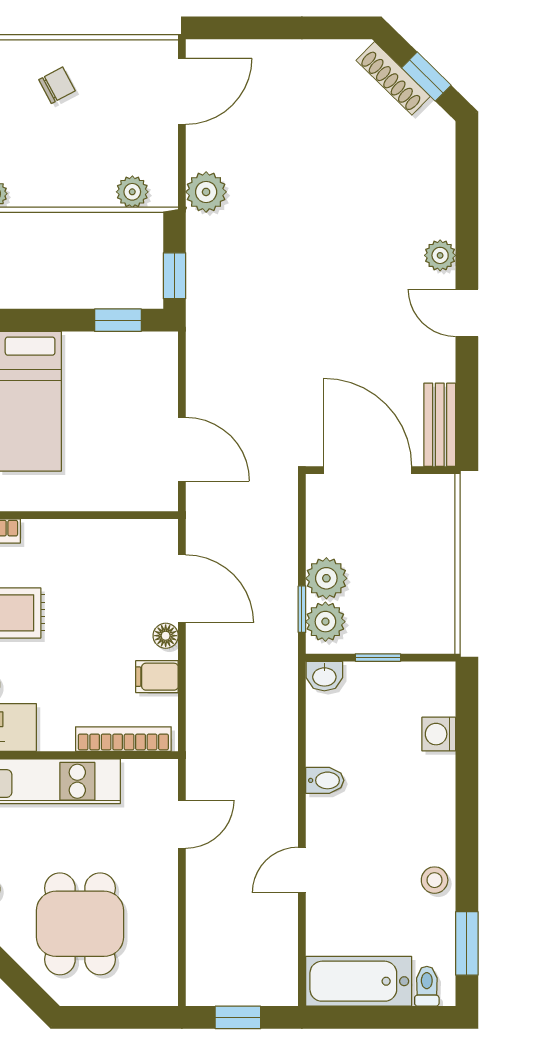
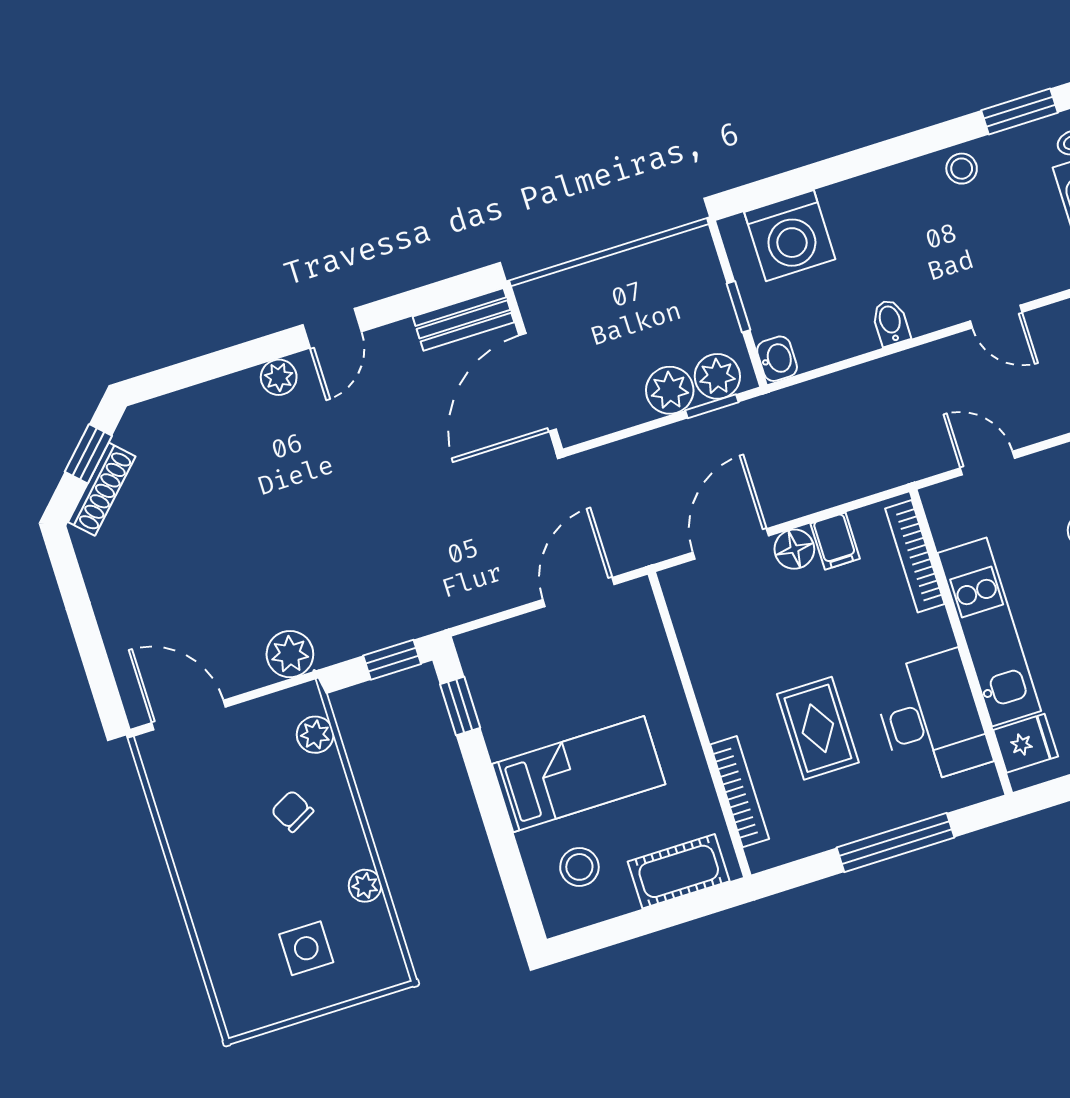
chair: (57, 85) -> (292, 811), moved
floor lamp: (166, 636) -> (794, 549), width x1.37, depth x1.37
washing machine: (439, 734) -> (790, 236), width x1.89, depth x1.89

